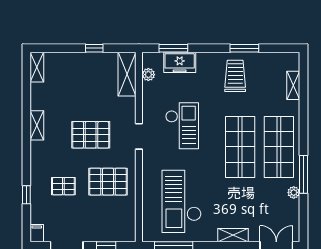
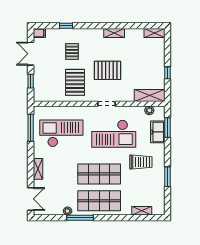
trolley: (235, 76) -> (141, 162), moved
checkout: (182, 126) -> (114, 134), width x1.36, depth x1.21
pallet: (91, 135) -> (108, 70), turned 90

